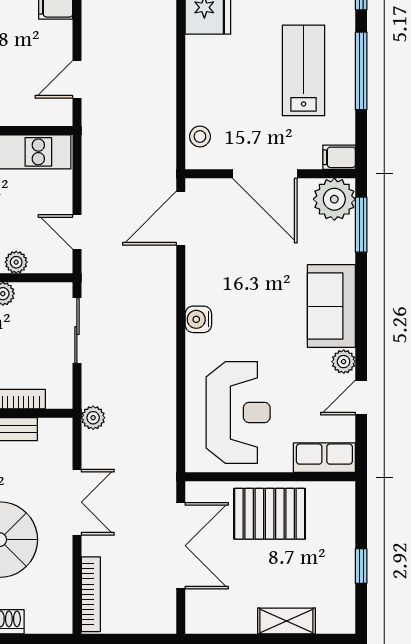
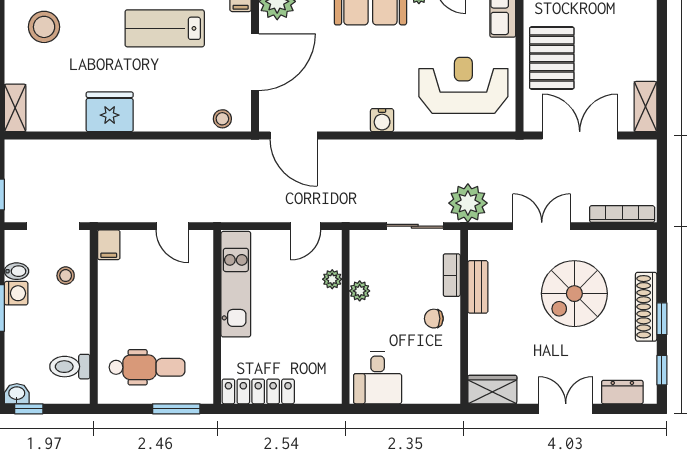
sliding door: (77, 331) -> (415, 226), moved
plant: (93, 418) -> (468, 203), width x1.88, depth x1.88
shelving: (286, 621) -> (645, 107), moved

